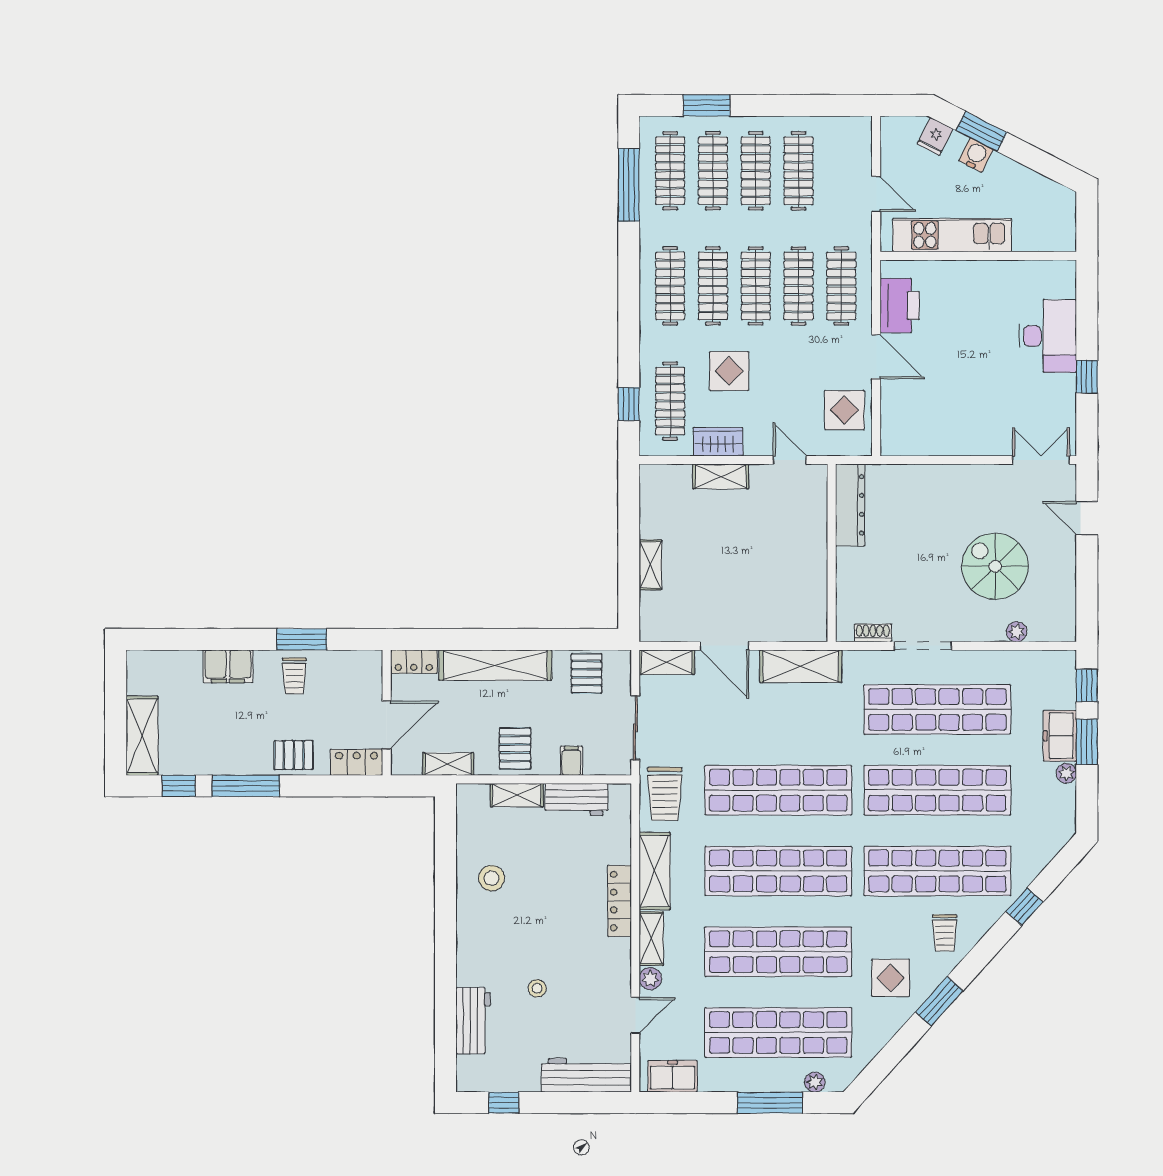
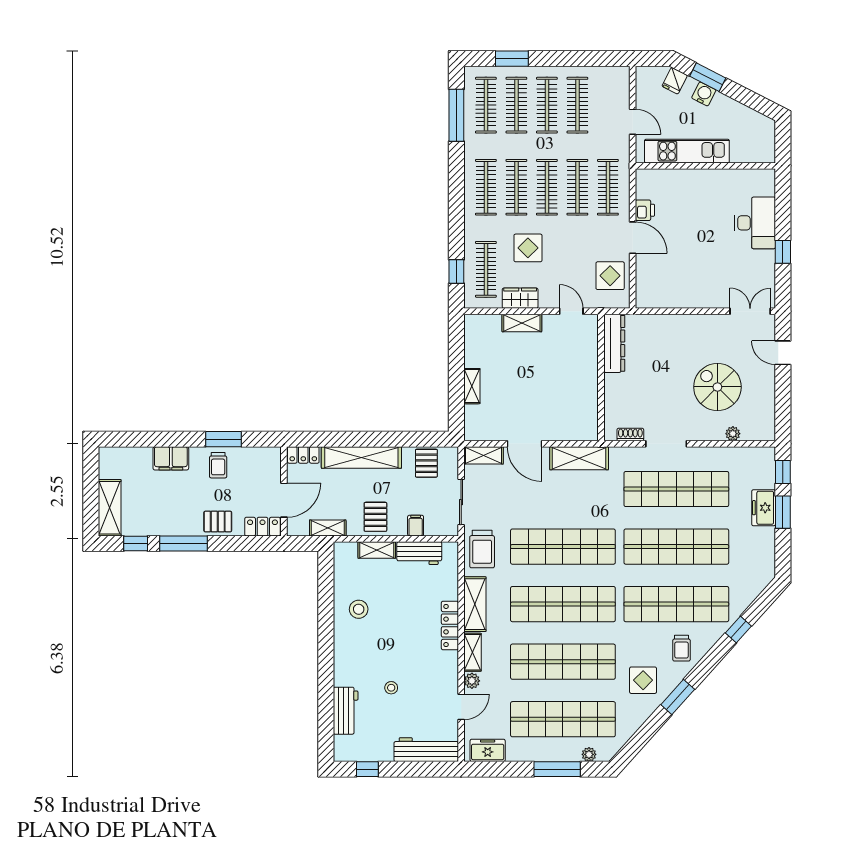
printer: (900, 305) -> (645, 210), width x0.53, depth x0.68
plant: (1066, 773) -> (768, 534), removed

